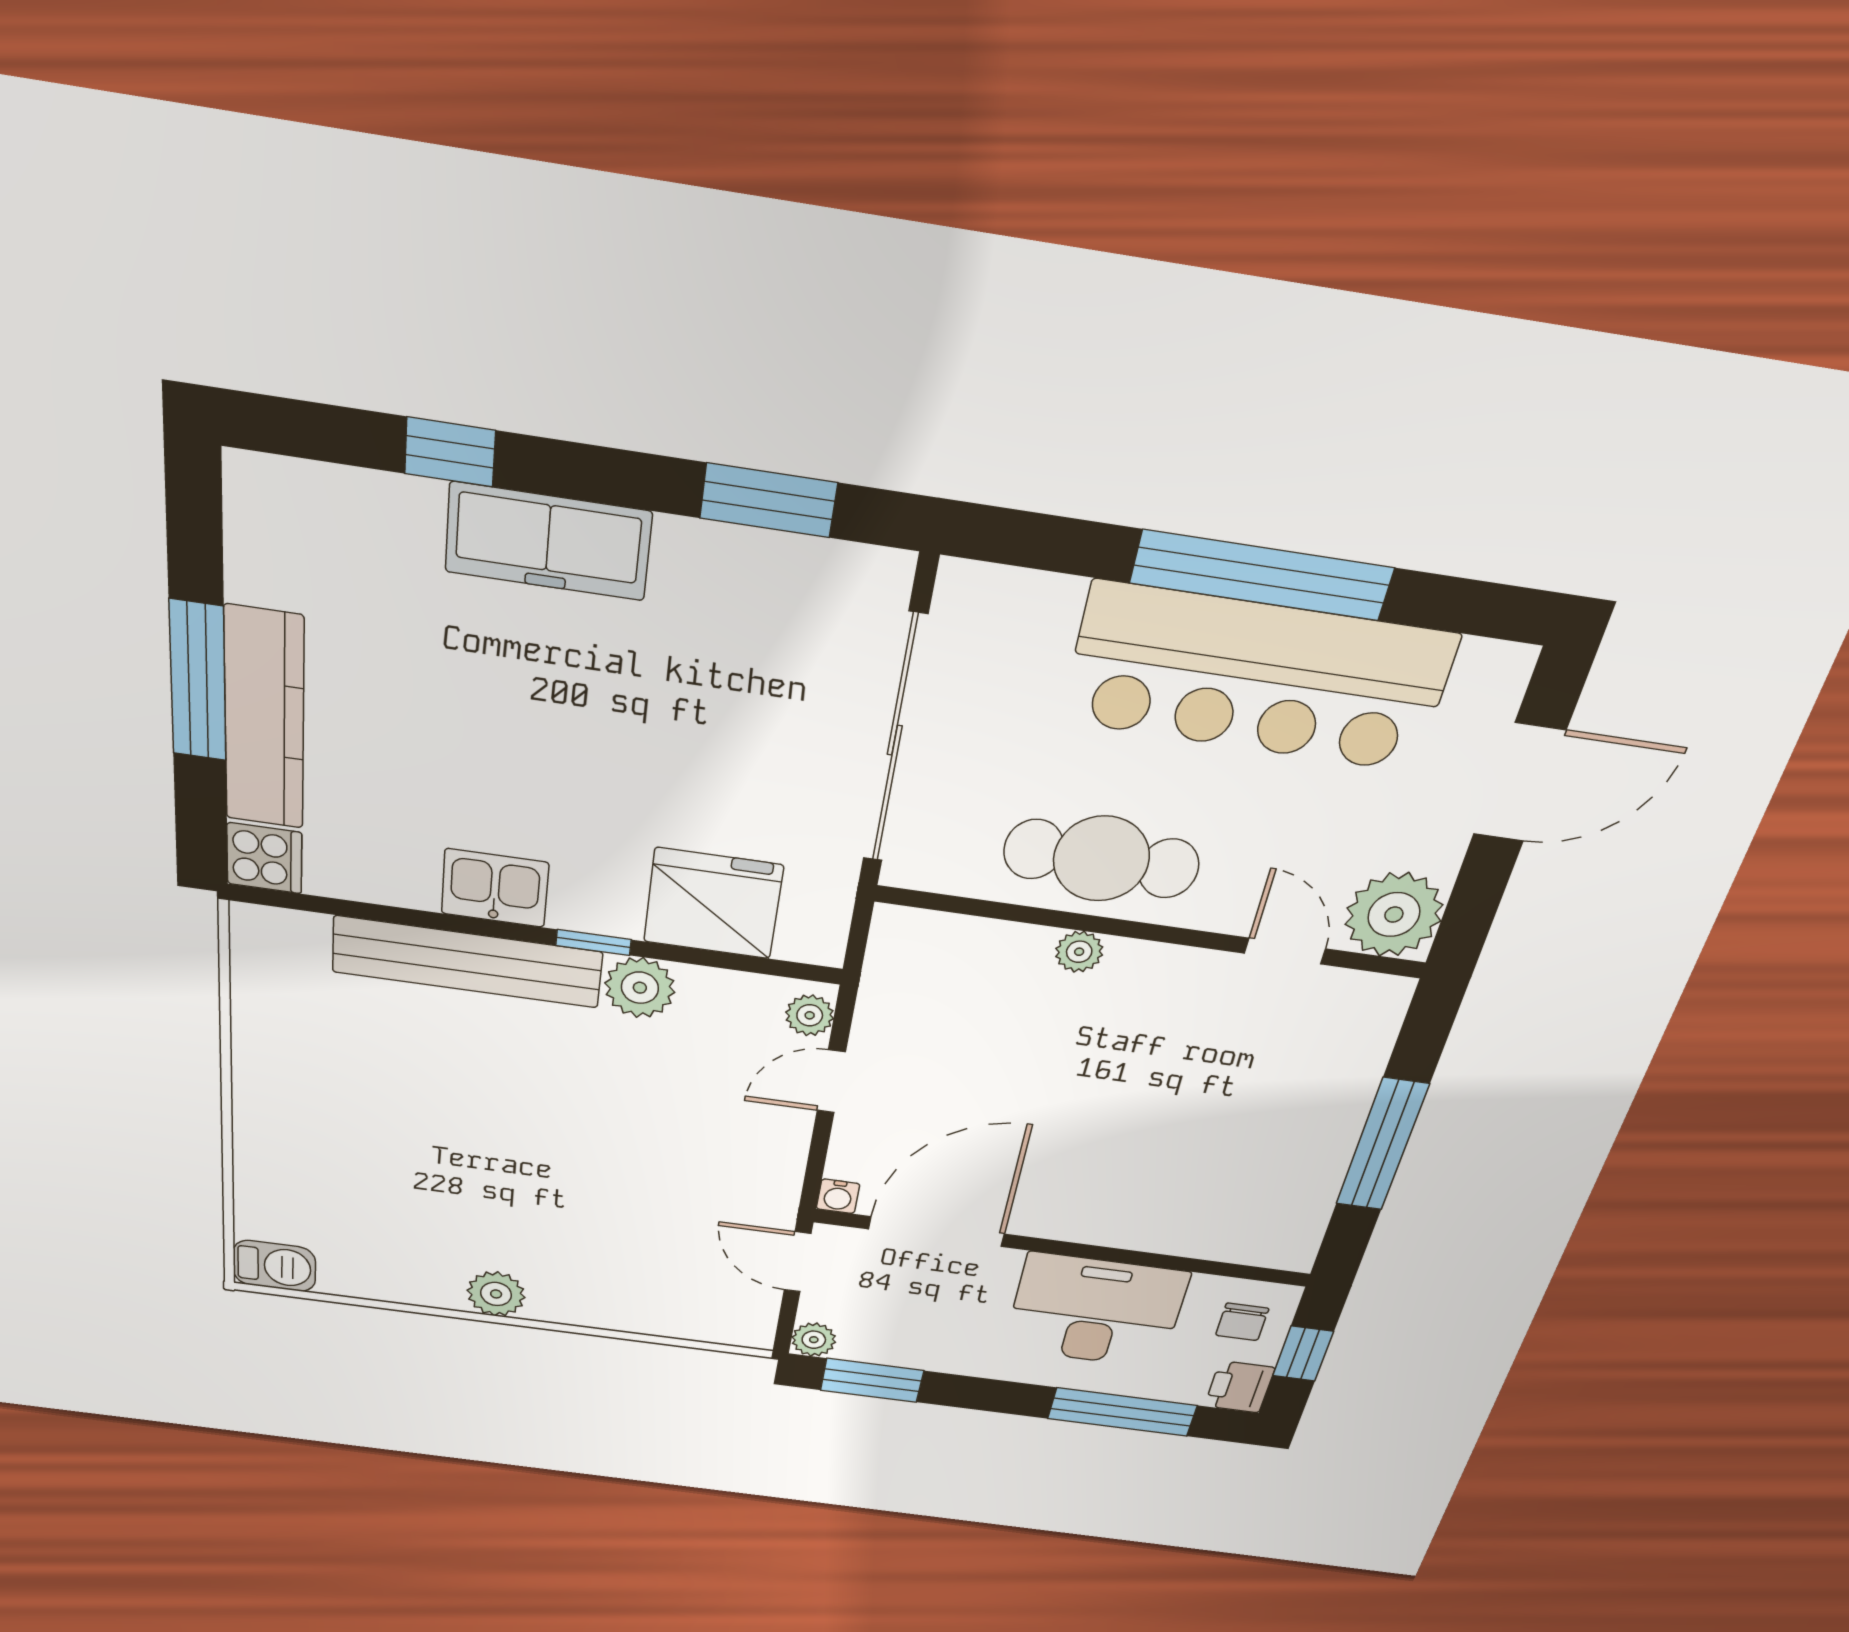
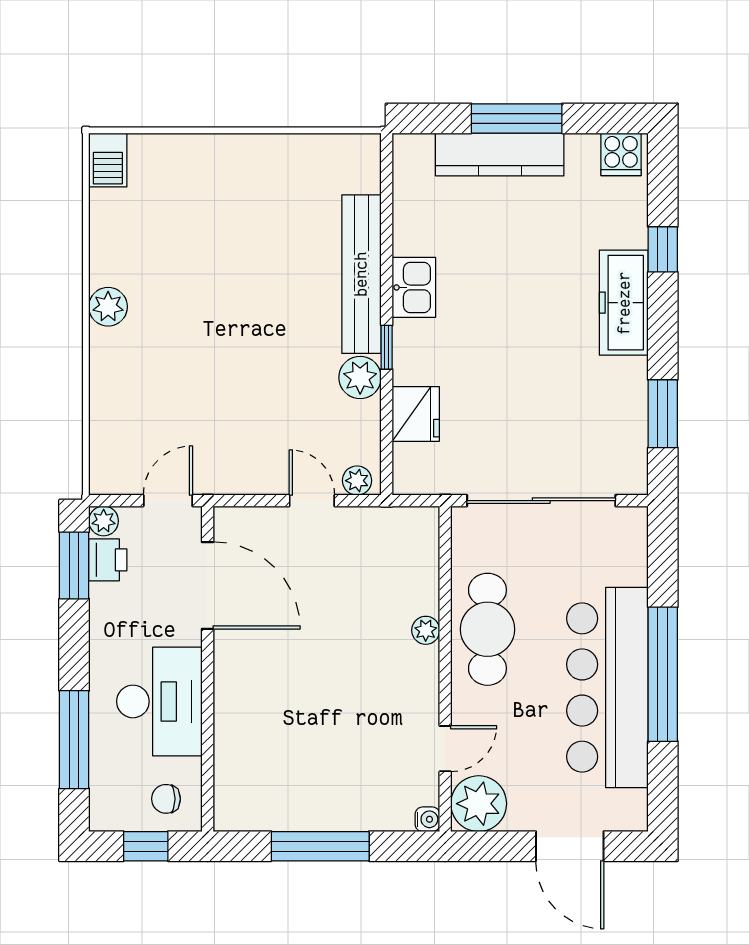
cooker: (264, 858) -> (621, 154), moved
fridge: (713, 903) -> (416, 414), width x0.73, depth x0.75
water cooler: (838, 1196) -> (427, 819), moved, turned 180
printer: (1240, 1387) -> (108, 560), moved, turned 90

